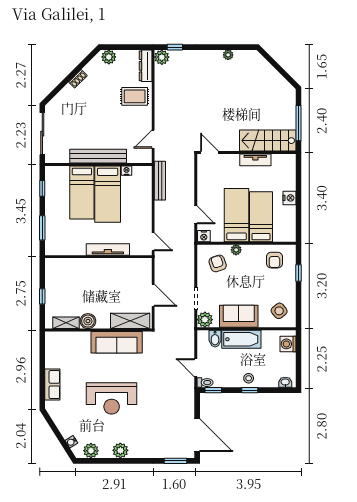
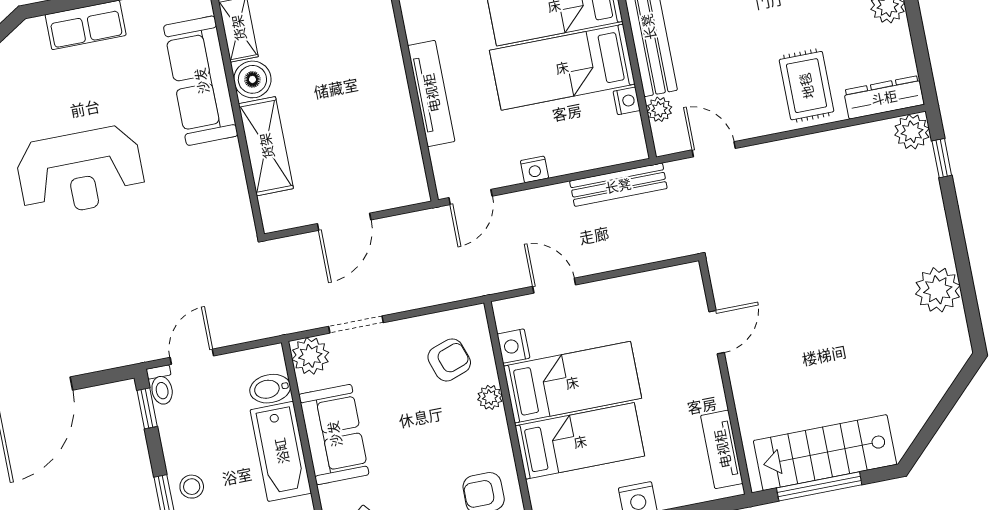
plant: (228, 55) -> (938, 290), width x1.88, depth x1.88
stairs: (268, 141) -> (825, 453), moved, turned -90
door: (209, 153) -> (717, 332), moved
plant: (133, 158) -> (659, 109), added
tv unit: (255, 160) -> (722, 449), moved
nightstand: (147, 214) -> (534, 169), added
door: (196, 215) -> (554, 286), swing flipped
nightstand: (204, 236) -> (513, 346), moved
shelving: (130, 321) -> (266, 146), moved
sofa: (117, 342) -> (201, 81), moved
reception desk: (112, 398) -> (80, 171), turned -90

